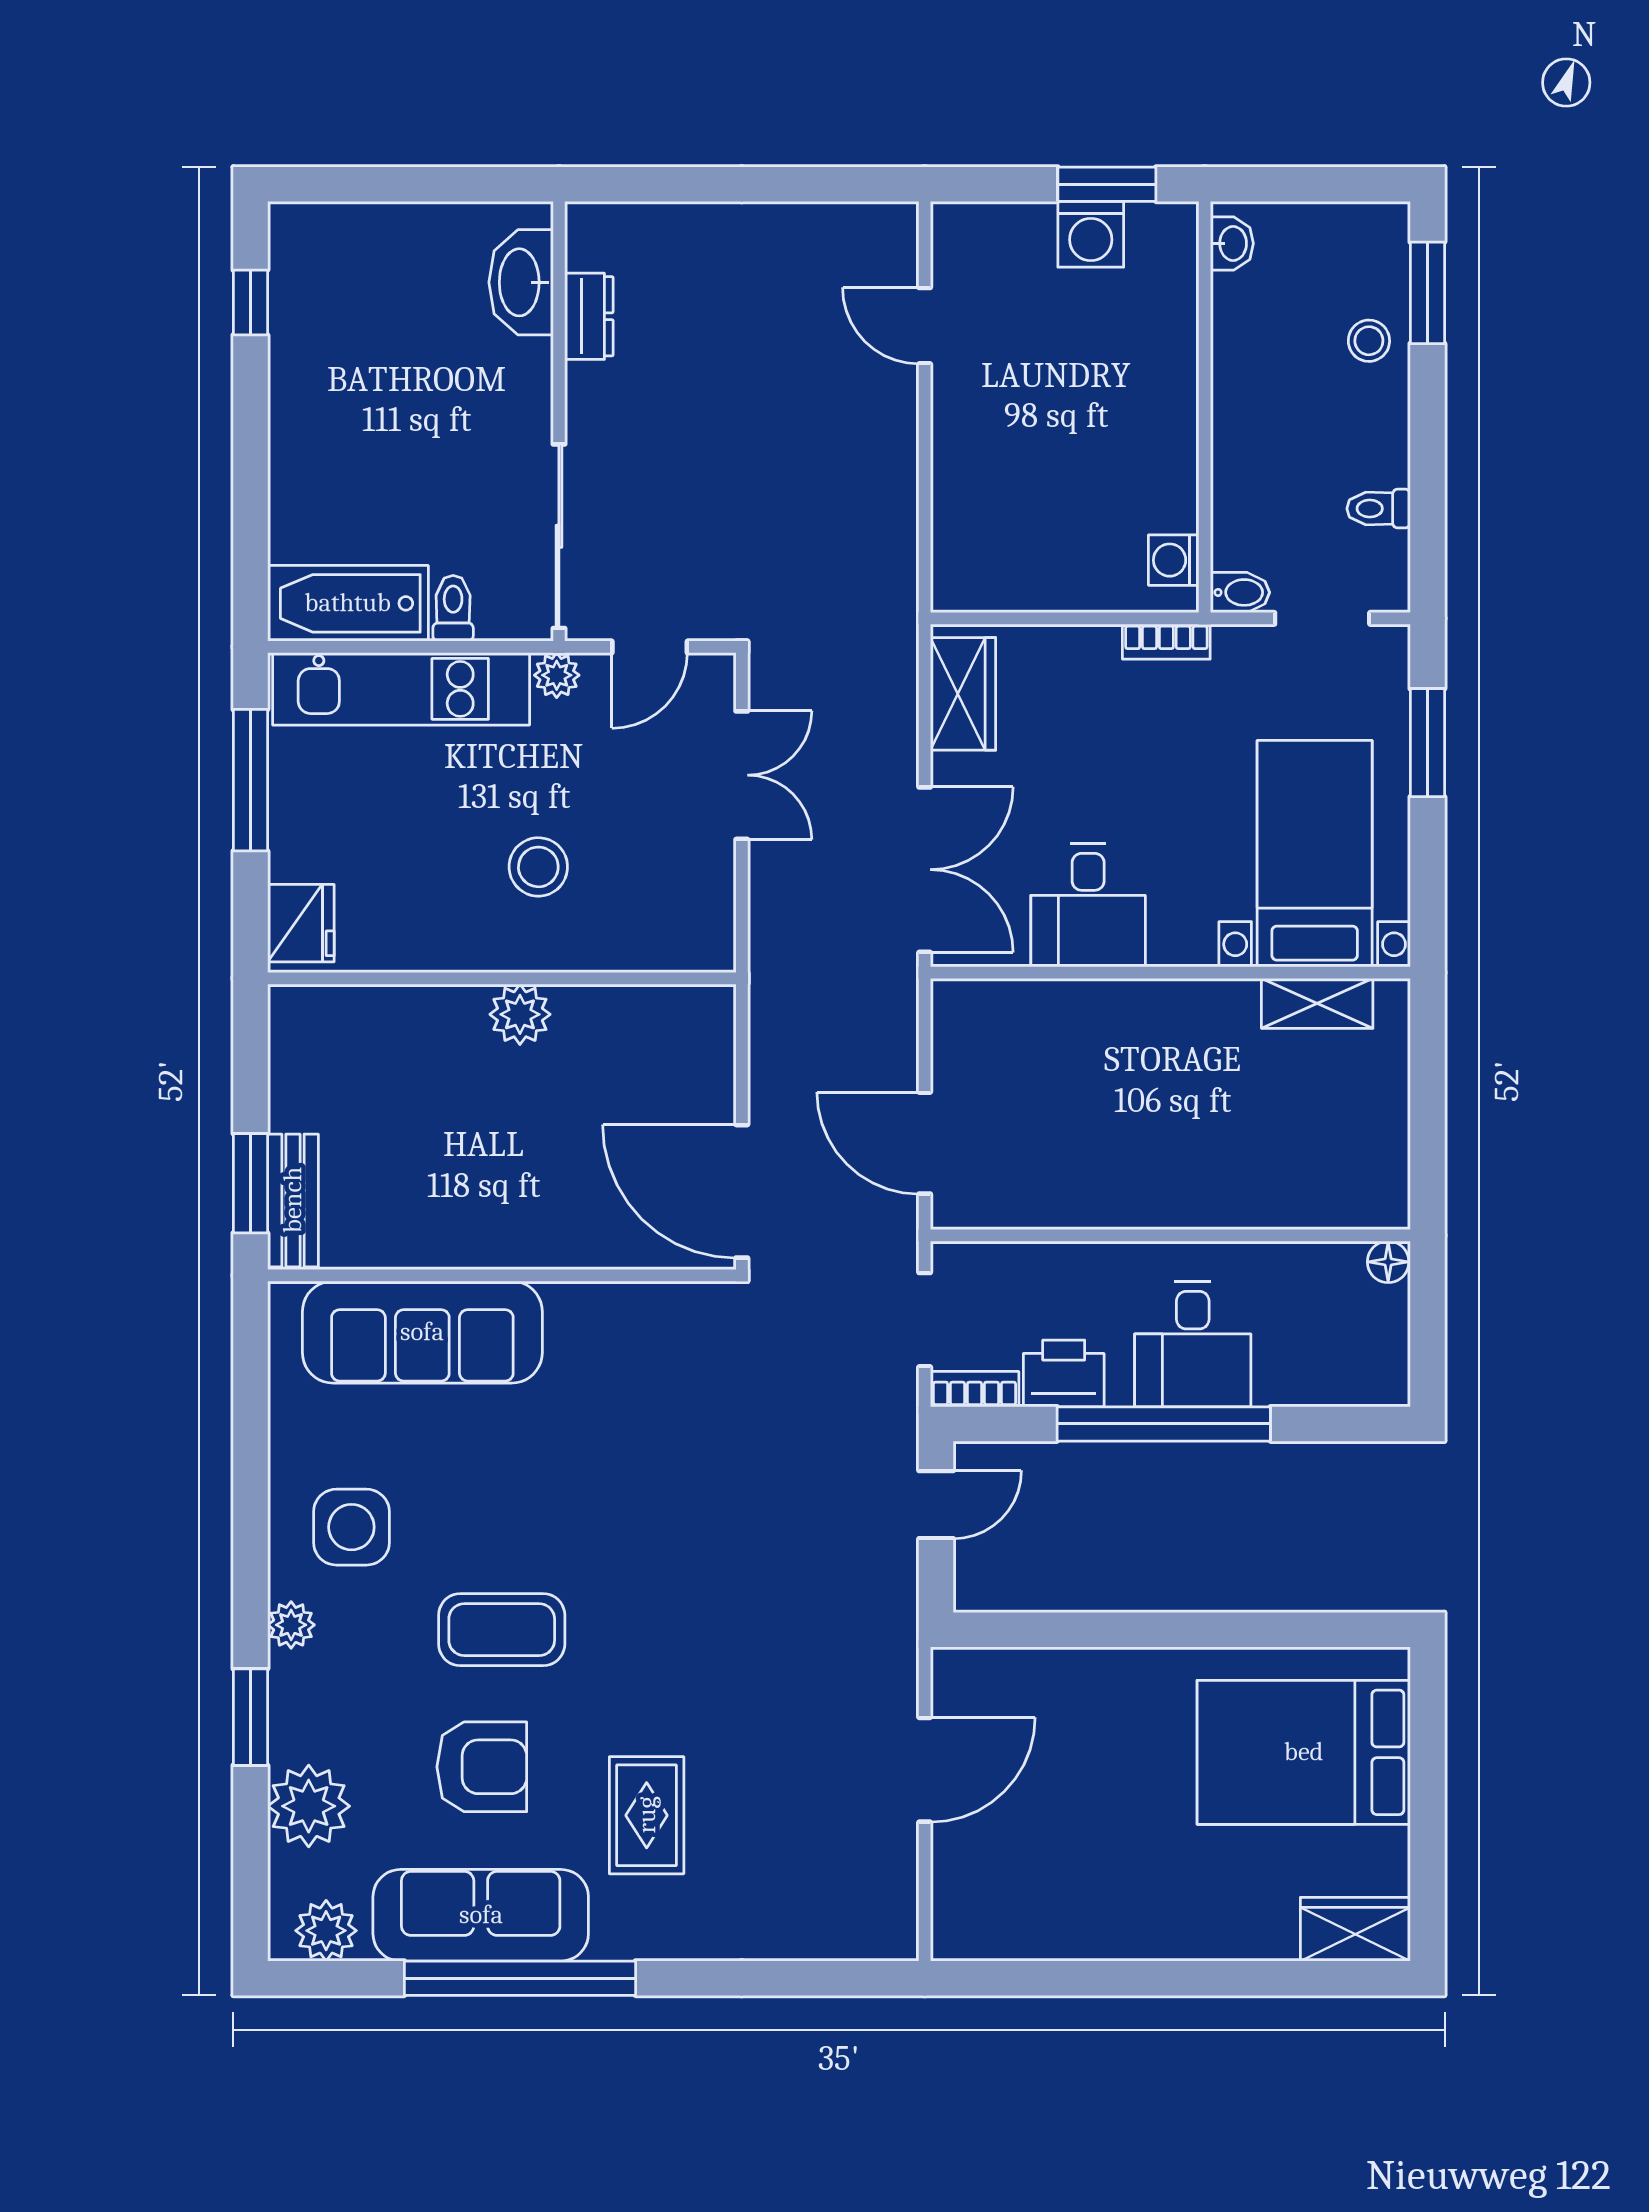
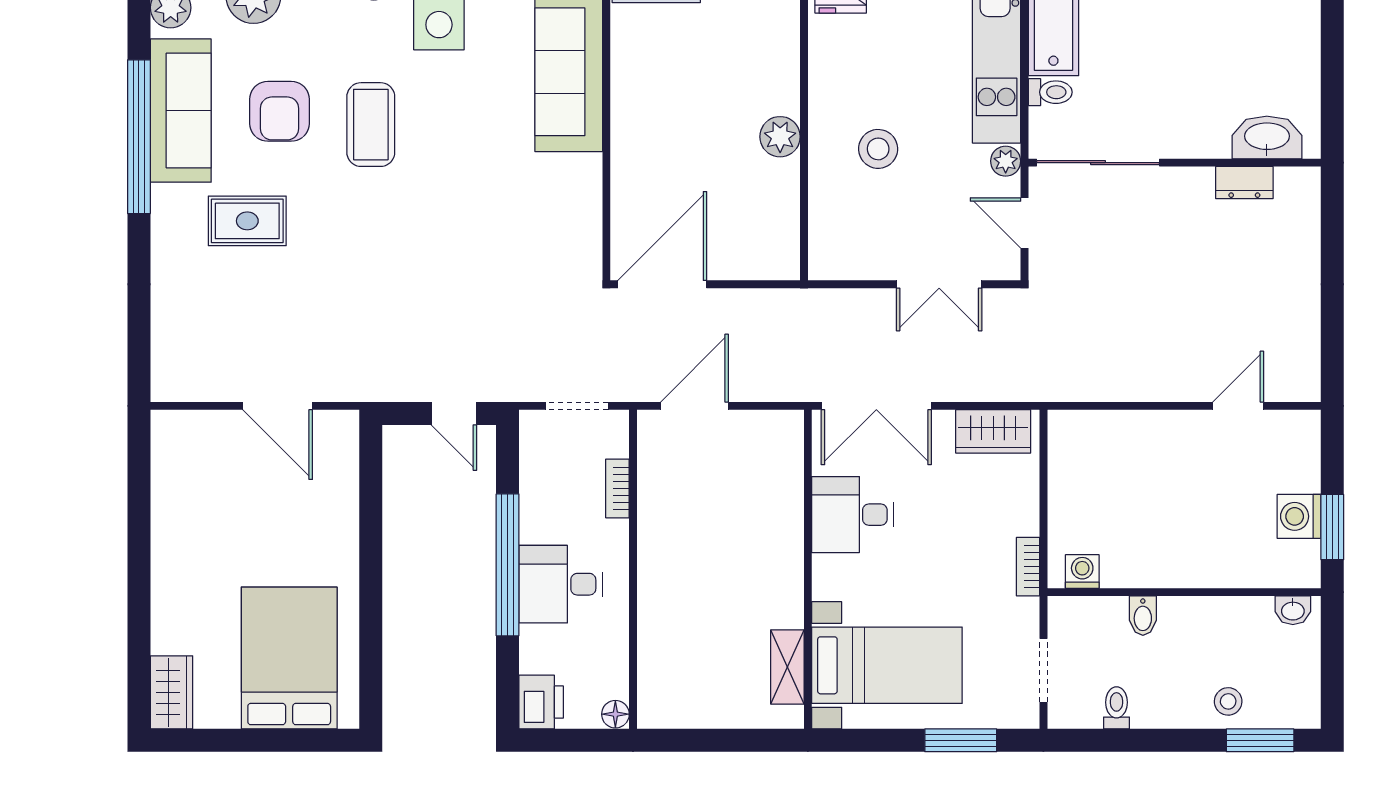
bidet: (1240, 592) -> (1143, 616), moved
printer: (1064, 1373) -> (541, 702), moved
bookcase: (975, 1389) -> (617, 488), moved, turned 180

